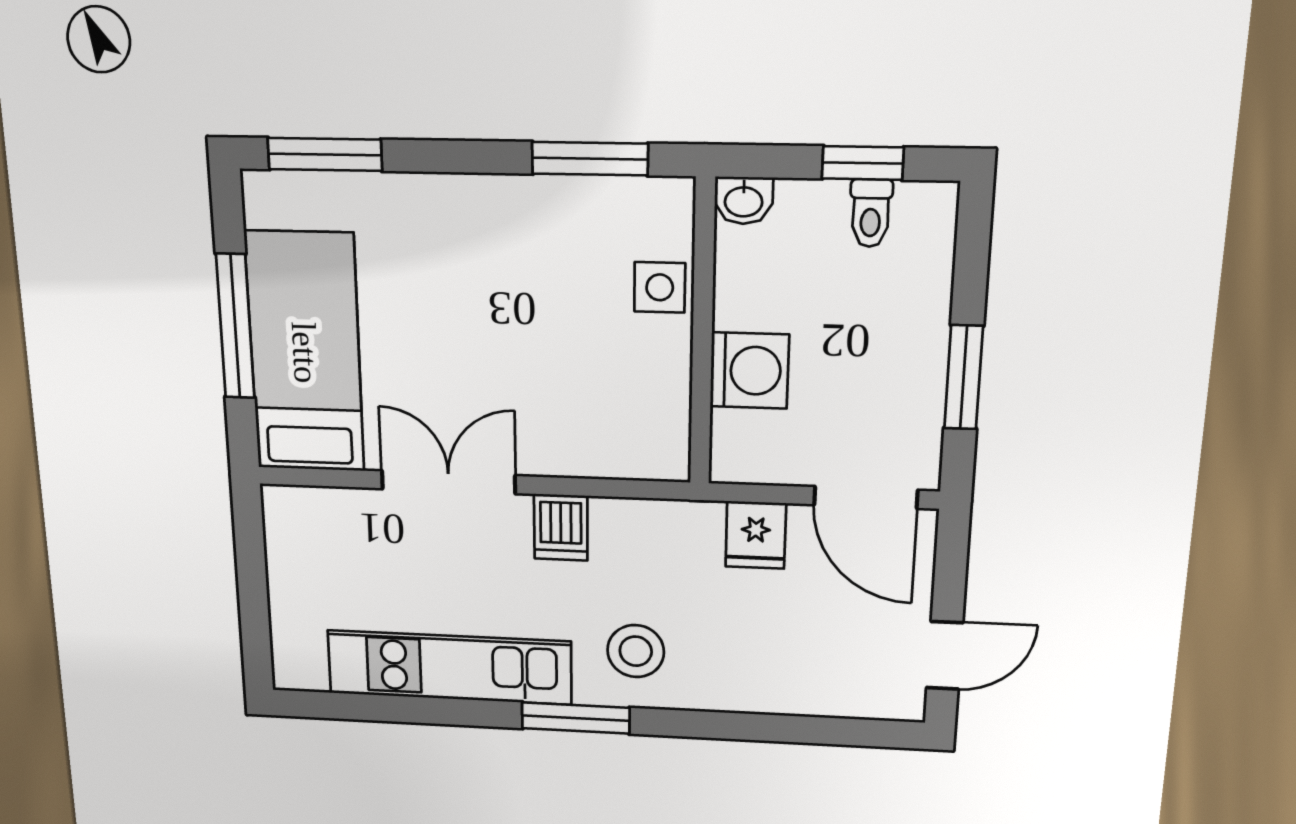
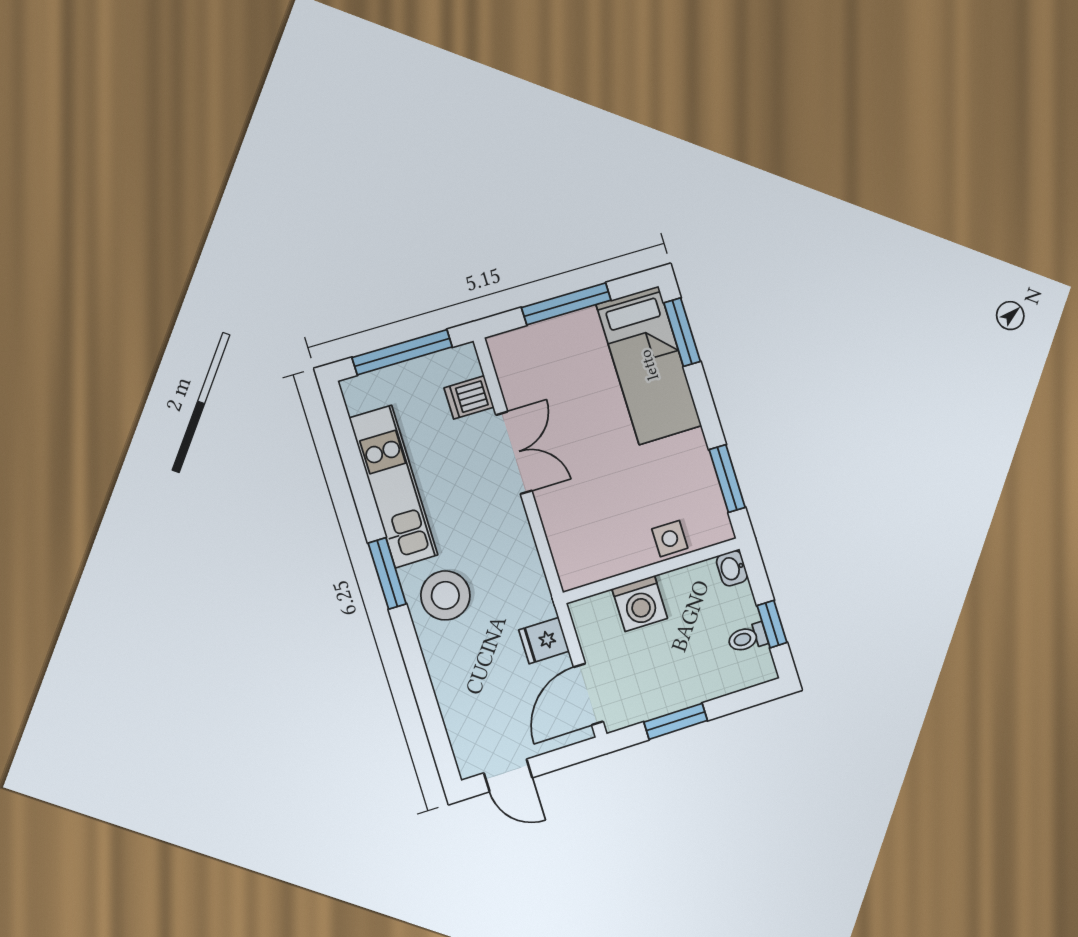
bed: (305, 353) -> (649, 365), moved, turned 90
dishwasher: (561, 527) -> (469, 397), moved
window: (253, 590) -> (402, 352), added
stool: (636, 651) -> (445, 595), width x1.38, depth x1.38

